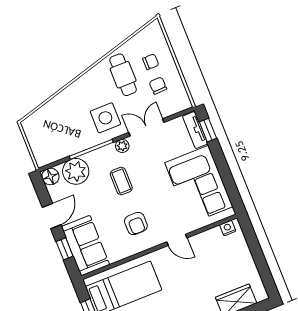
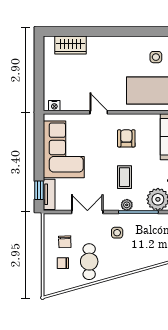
side table: (105, 118) -> (117, 233), width x0.54, depth x0.54
double door: (146, 127) -> (87, 212), swing flipped
plant: (122, 146) -> (127, 205), moved

